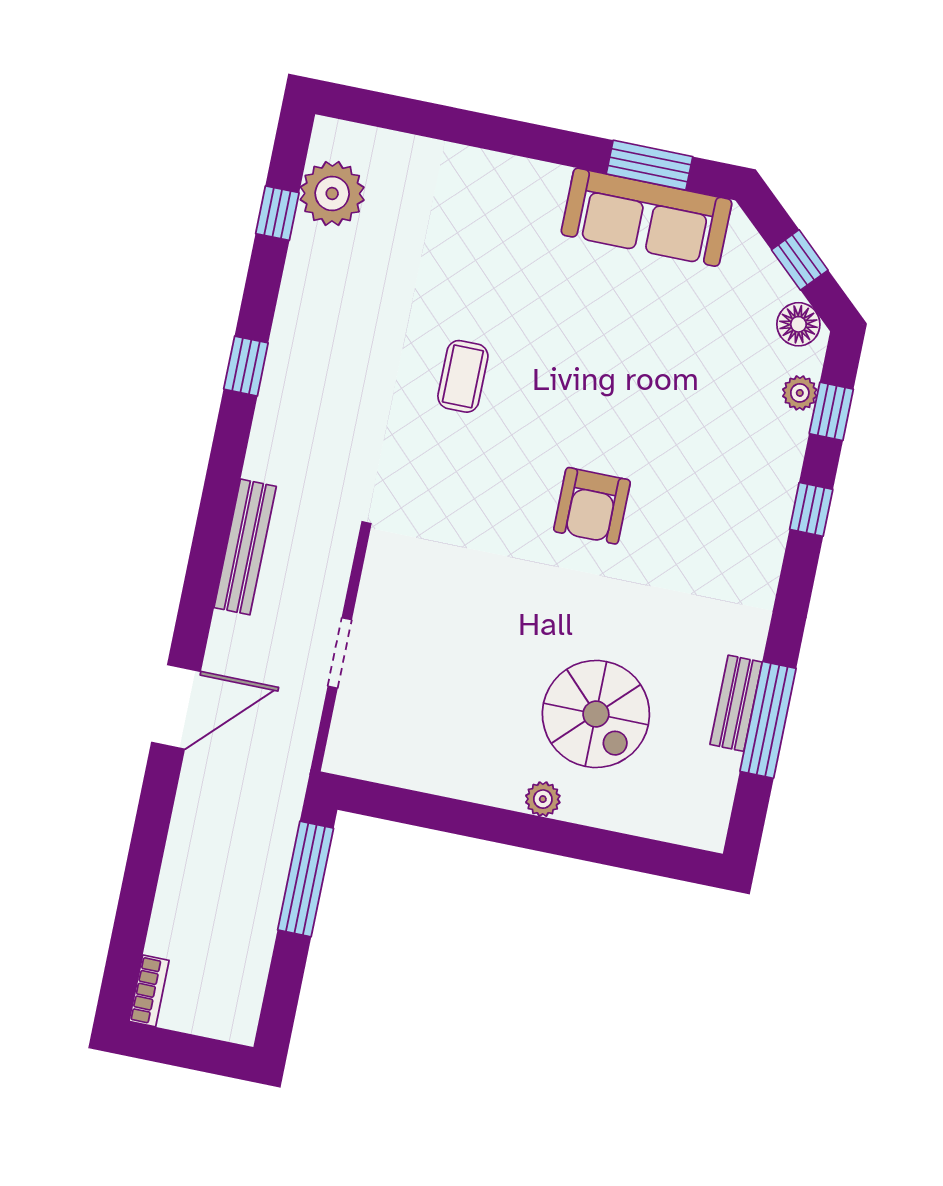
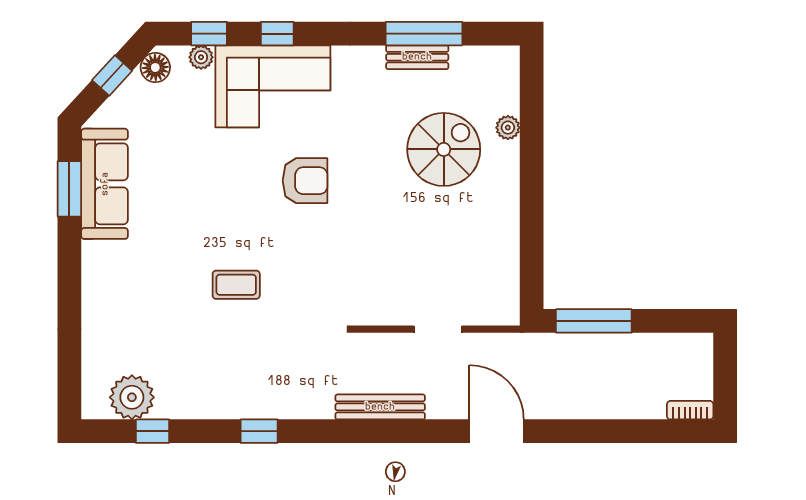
corner sofa: (737, 487) -> (273, 86), added
plant: (543, 799) -> (508, 128), moved

